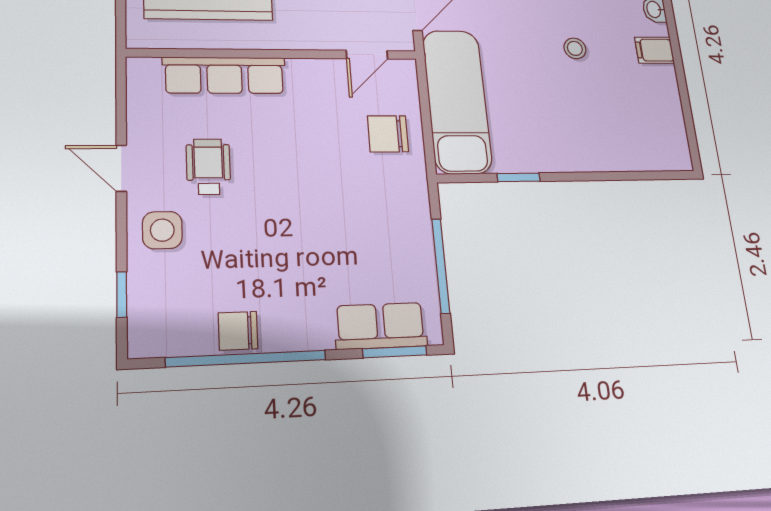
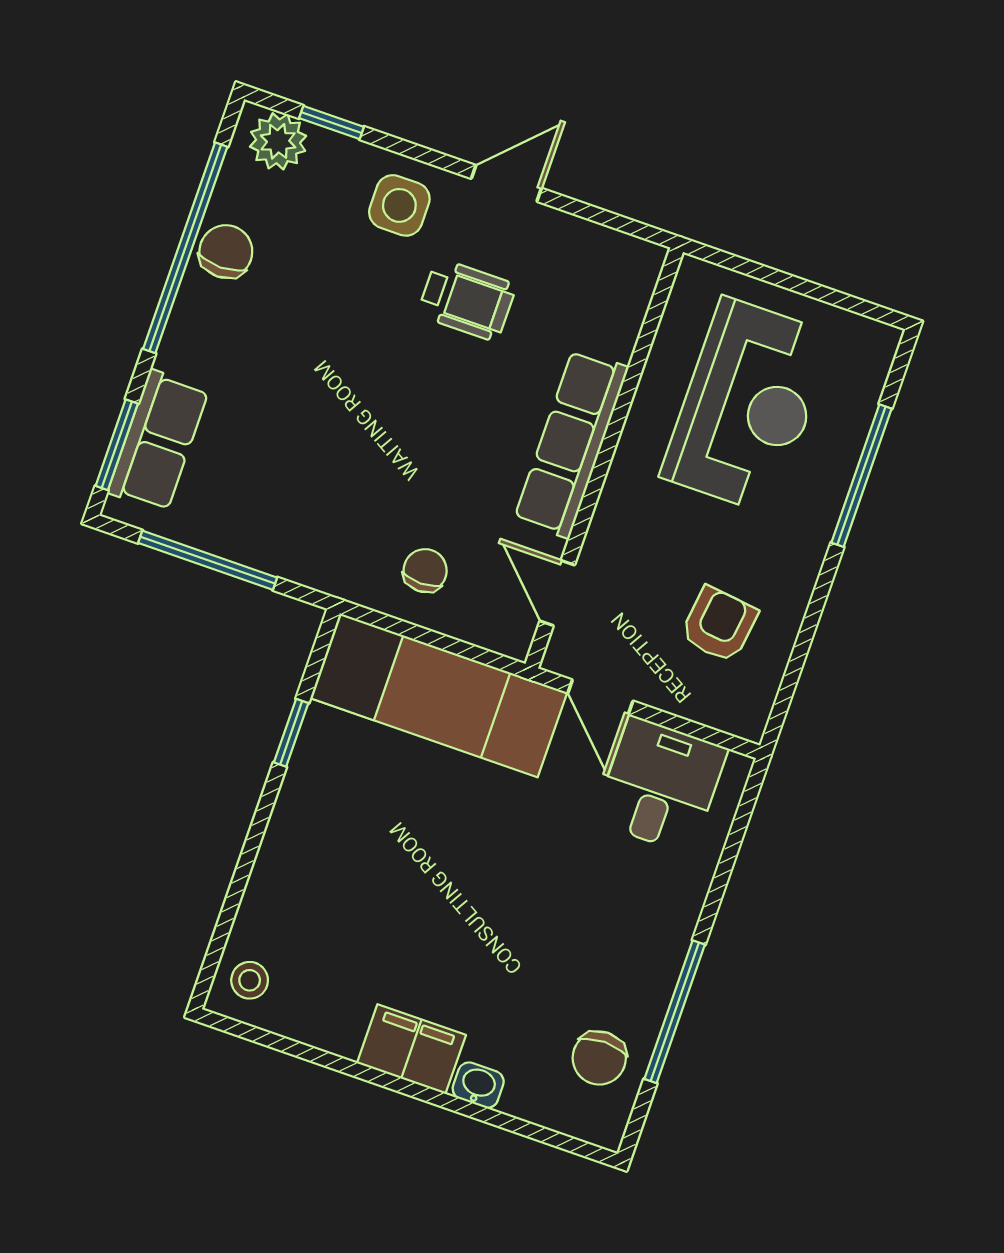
stool: (575, 48) -> (250, 980), moved
filing cabinet: (655, 50) -> (411, 1049), width x2.00
row of seats: (224, 75) -> (571, 444), moved
chair: (388, 134) -> (425, 571), width x0.73, depth x0.73
plant: (148, 325) -> (278, 141), added

